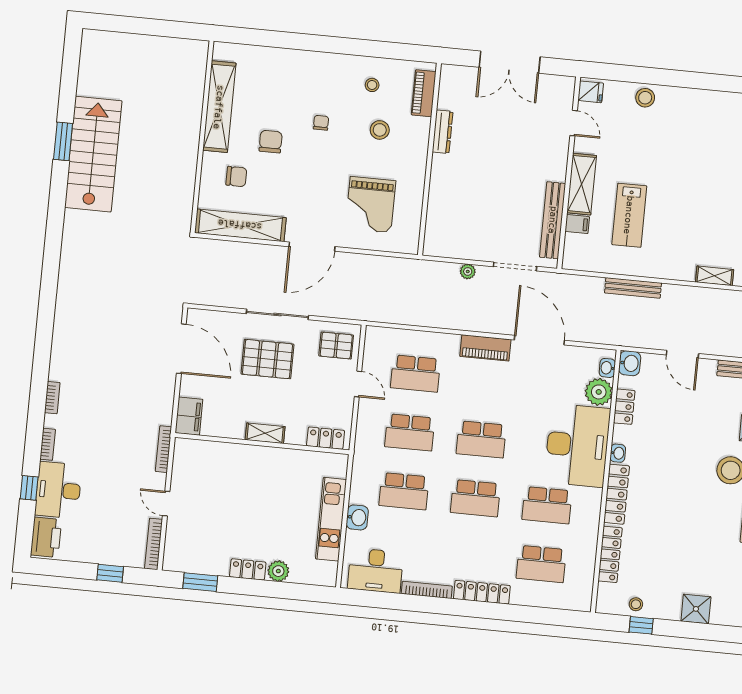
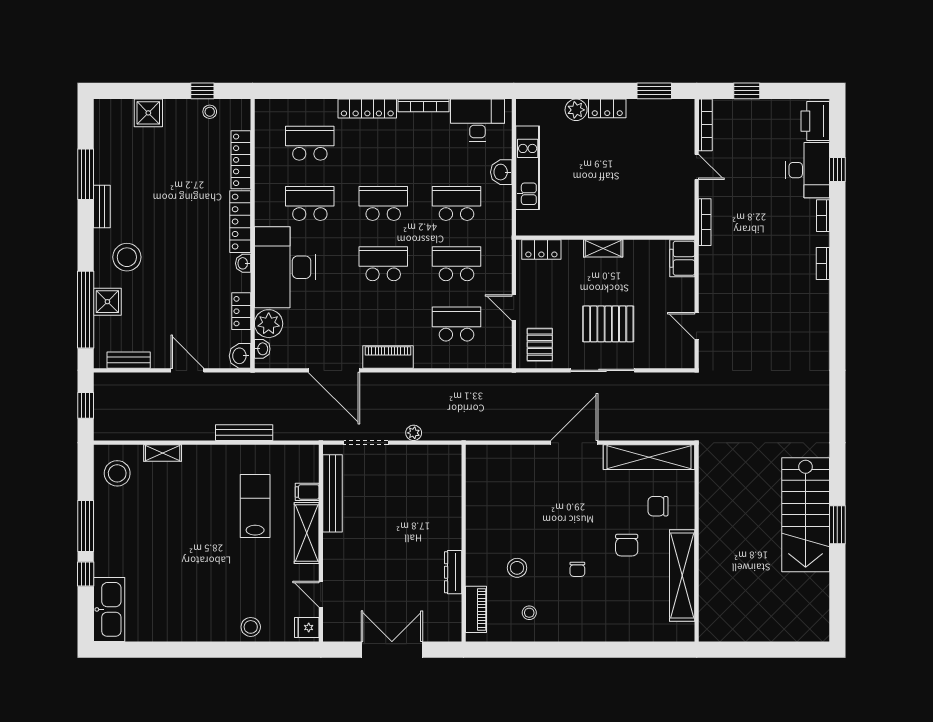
grand piano: (370, 205) -> (519, 491), removed
pallet: (336, 346) -> (540, 345), turned 90
door: (181, 349) -> (697, 326), width x0.53

